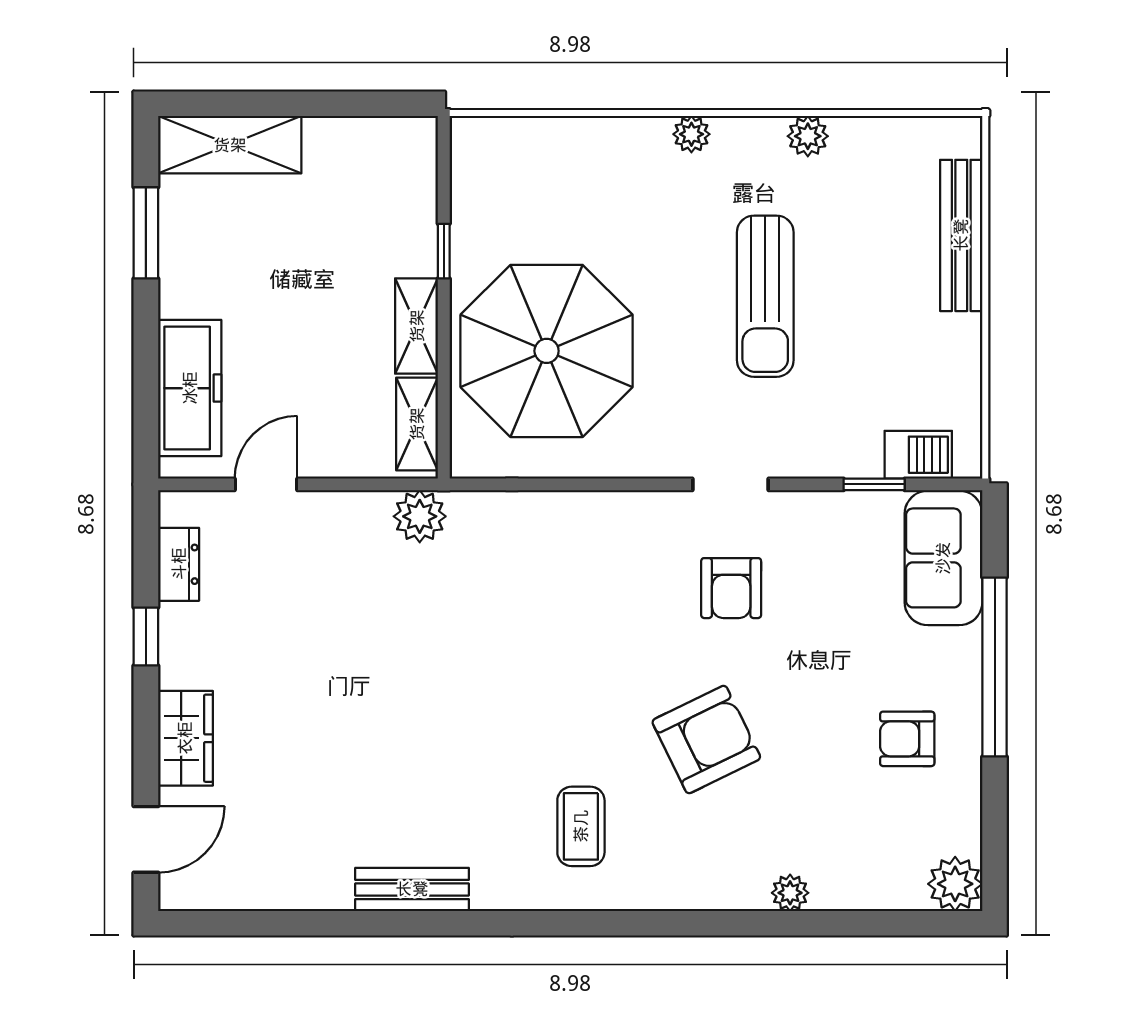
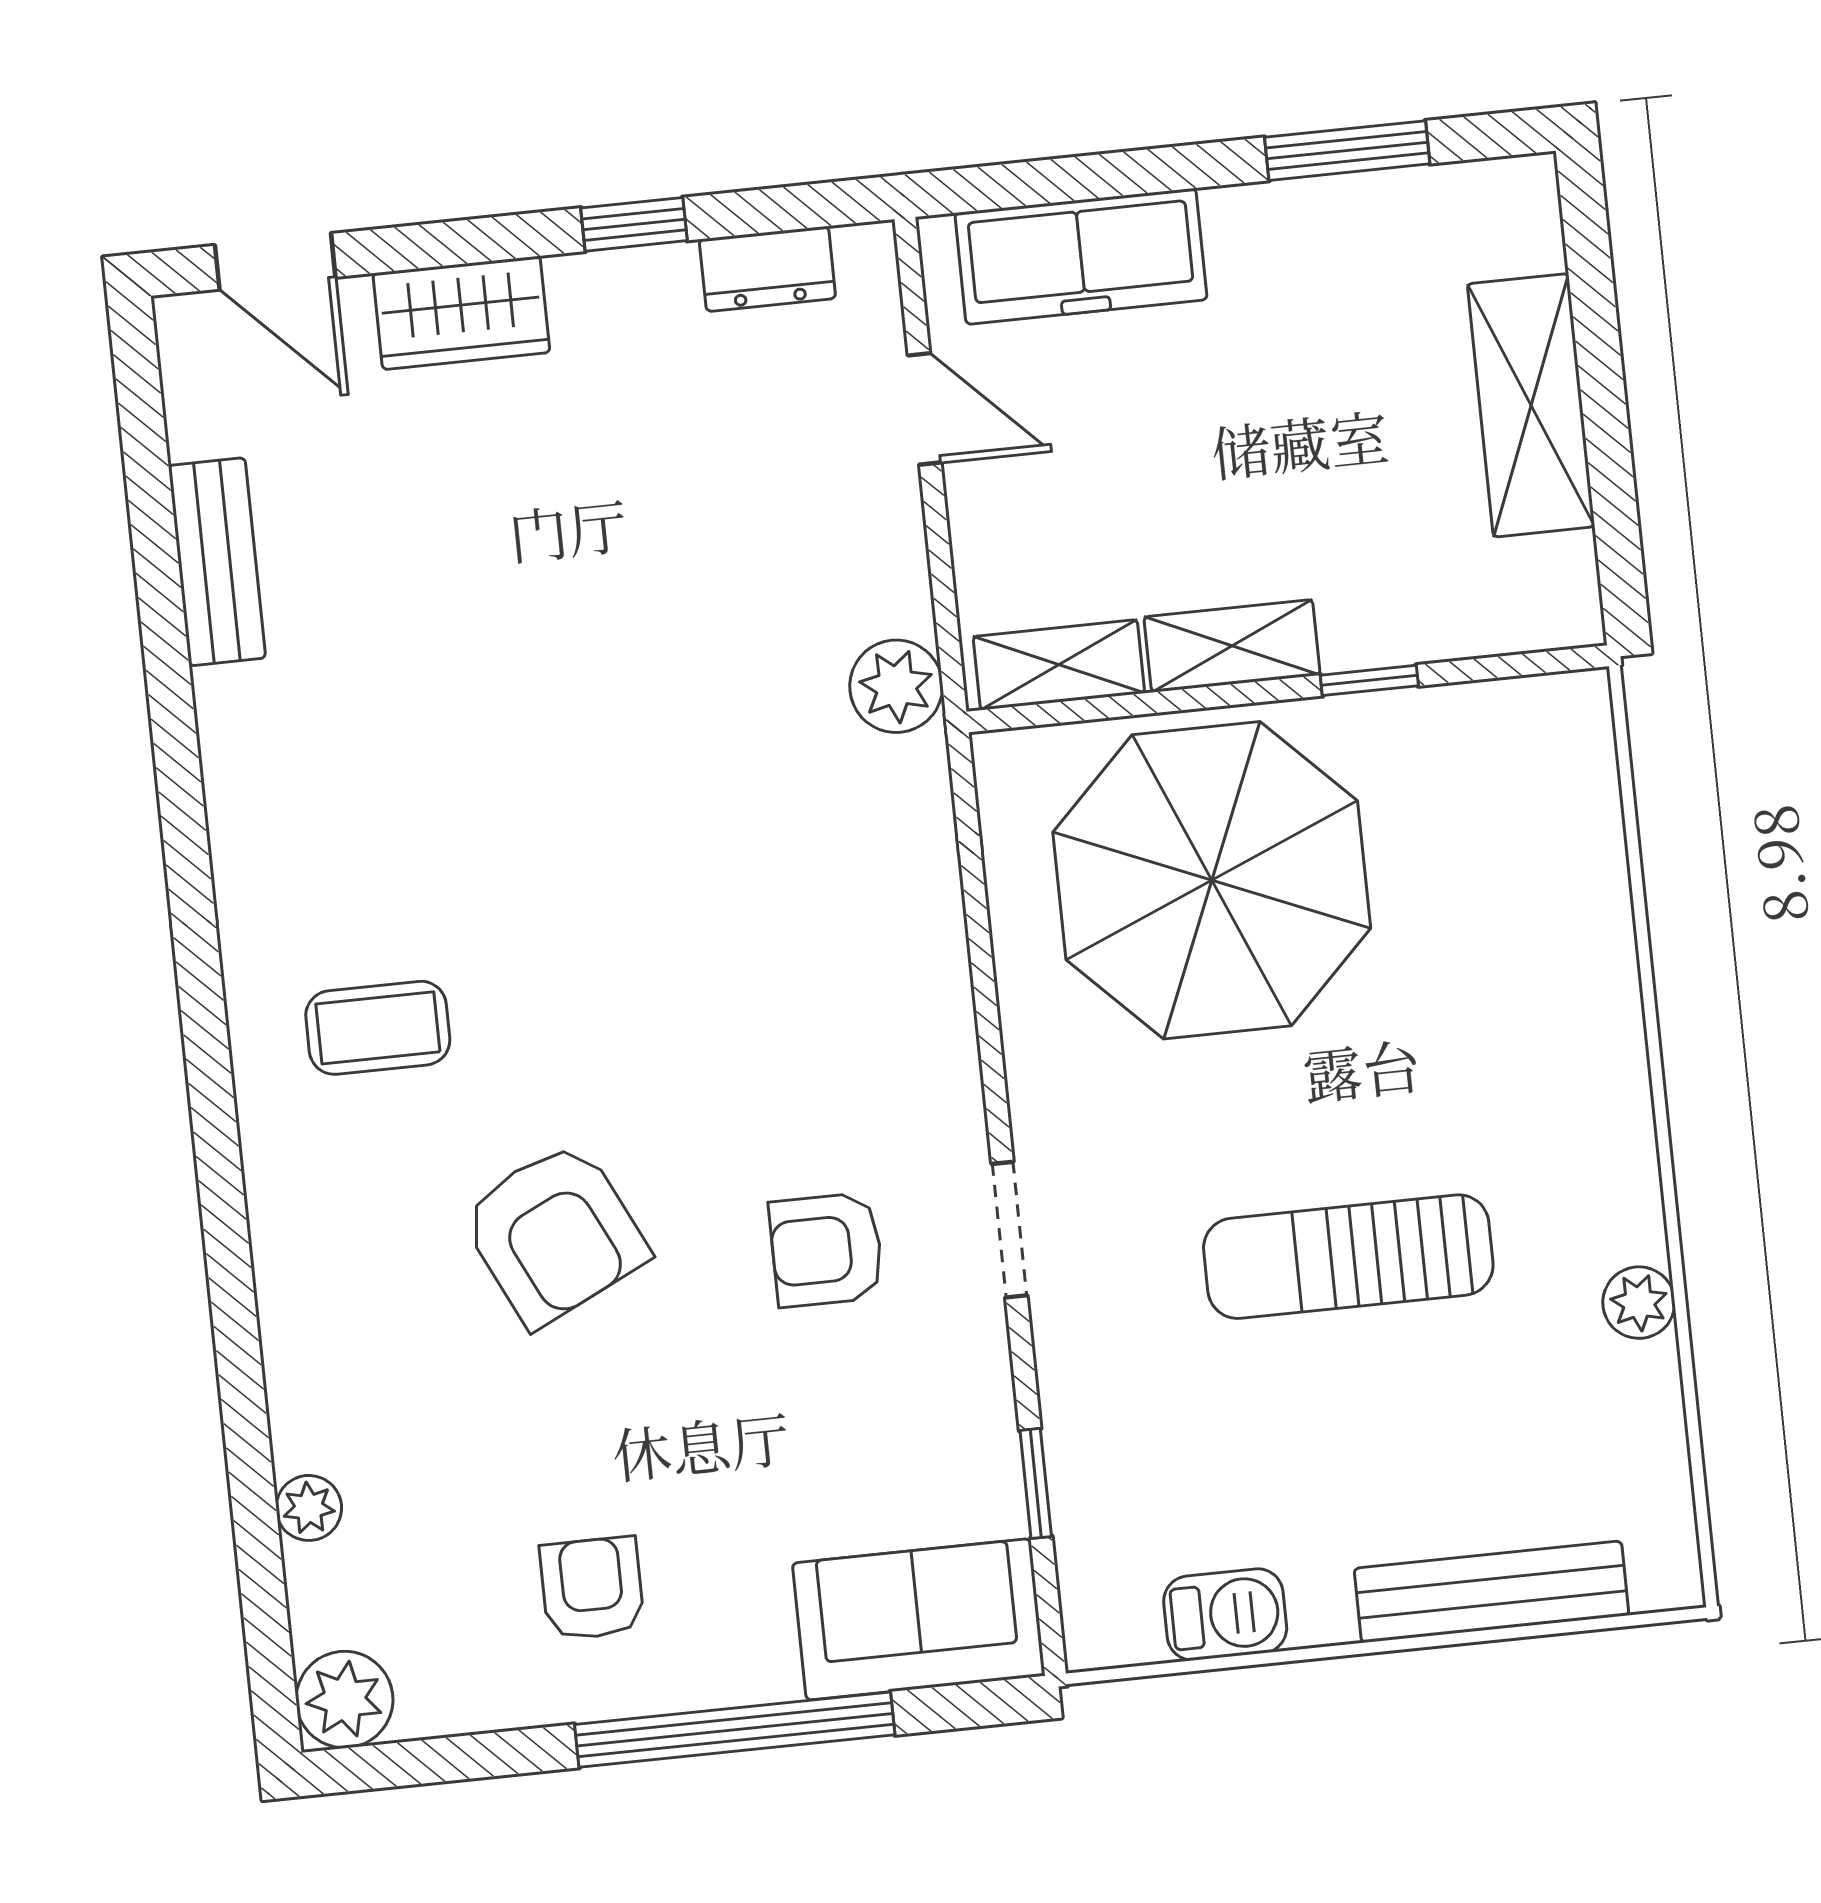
plant: (691, 134) -> (1621, 1097), removed
shelving: (230, 145) -> (1531, 405), moved
barbecue: (918, 455) -> (1225, 1615), moved, turned -90
bench: (412, 889) -> (217, 562), moved
plant: (790, 893) -> (309, 1508), moved

